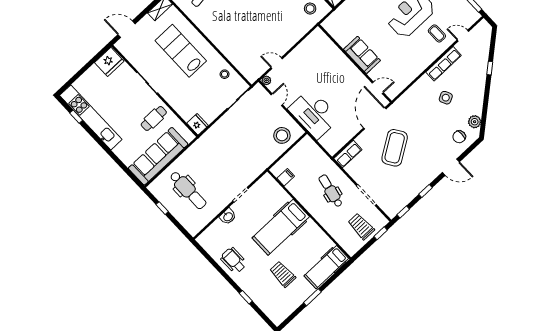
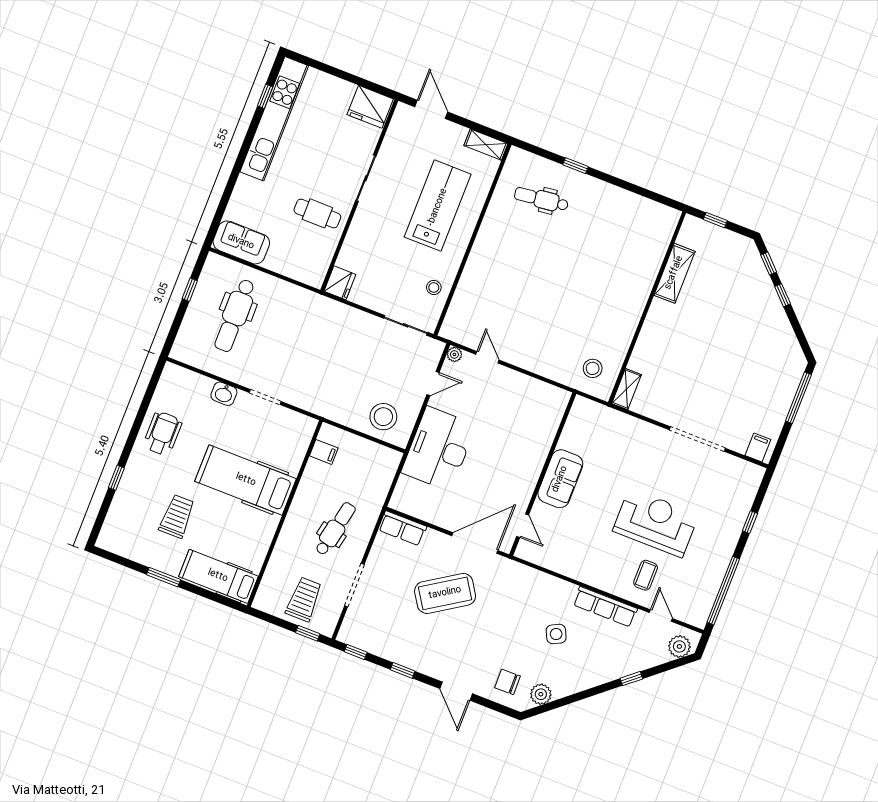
plant: (485, 34) -> (679, 646), added
sofa: (158, 156) -> (241, 242), width x0.54, depth x0.79

